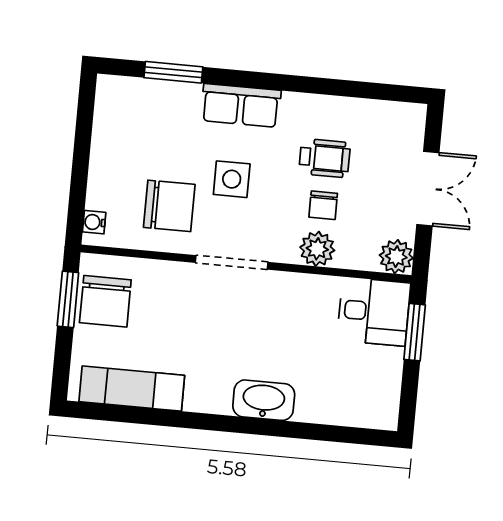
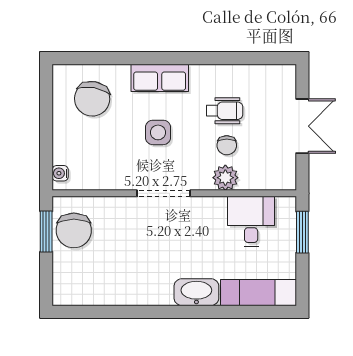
window: (173, 72) -> (108, 58), removed
chair: (169, 206) -> (92, 99), moved, turned 100
plant: (396, 257) -> (284, 178), removed
desk: (374, 312) -> (251, 221), moved, turned -90
exam couch: (132, 389) -> (258, 293), moved

